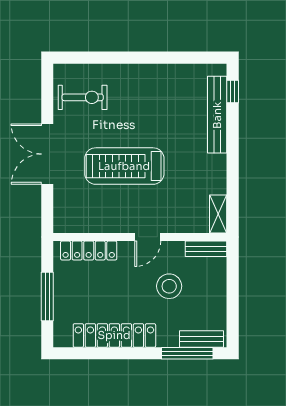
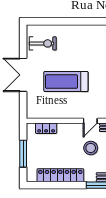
door: (148, 237) -> (90, 121), moved
locker: (89, 251) -> (46, 128), width x0.66

